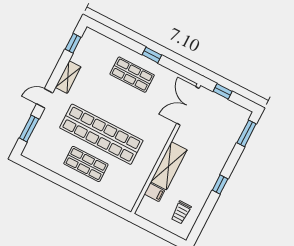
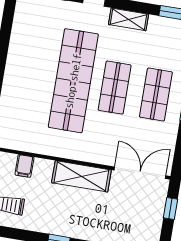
shop shelf: (86, 164) -> (115, 88), moved
shelving: (169, 166) -> (81, 176), moved

